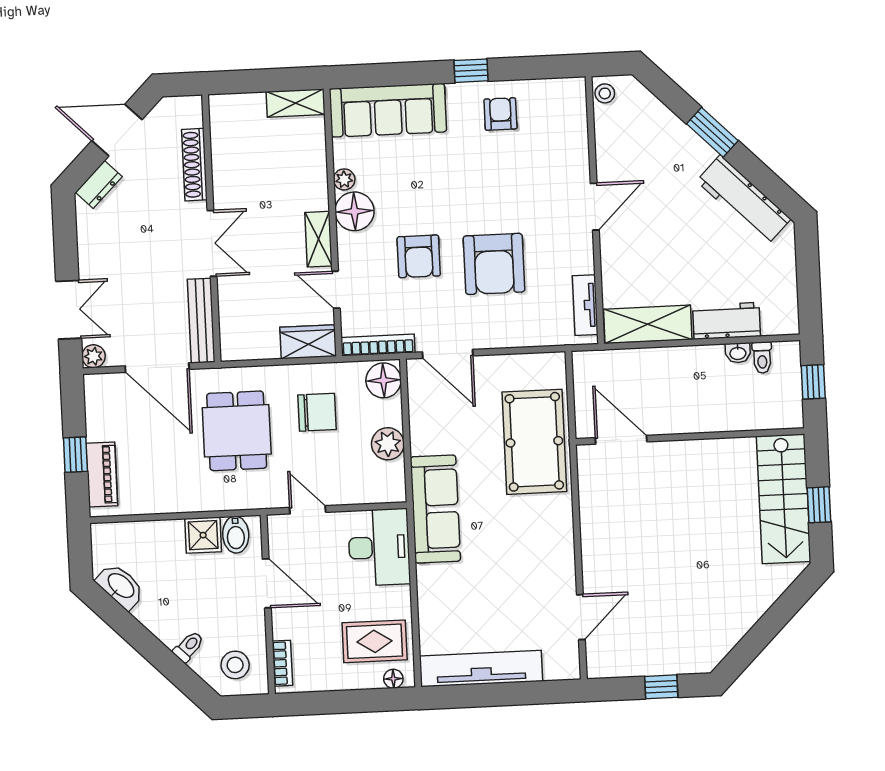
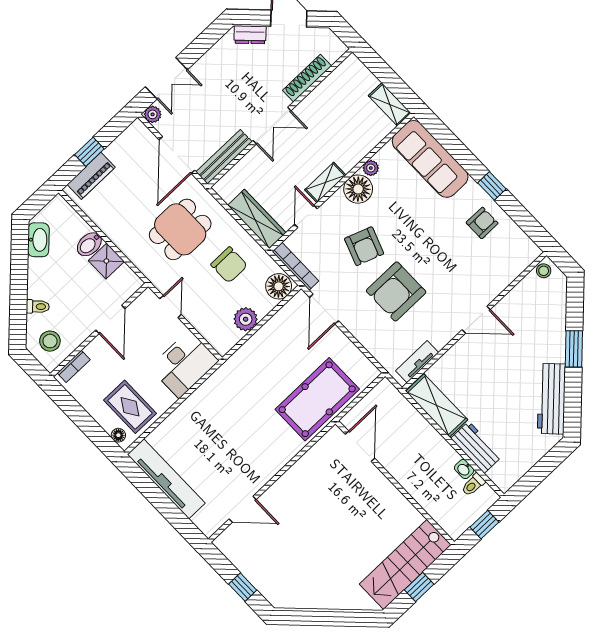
armchair: (419, 256) -> (364, 246), turned -70
wardrobe: (308, 342) -> (257, 219), width x1.50
sofa: (435, 509) -> (232, 377), removed
bidet: (236, 535) -> (89, 244), moved

